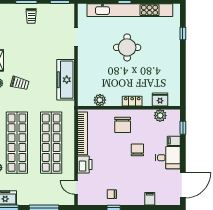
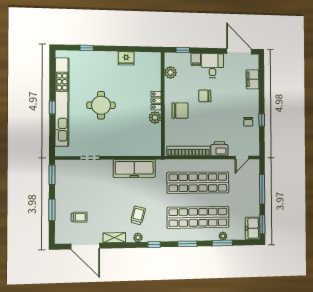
trolley: (31, 16) -> (79, 217), moved
fridge: (160, 99) -> (126, 58), moved, turned -90
plant: (100, 100) -> (155, 118), moved
filing cabinet: (150, 199) -> (252, 79), width x2.00

